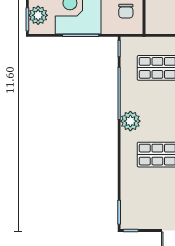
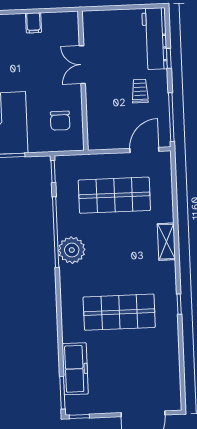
plant: (130, 121) -> (72, 250), moved
freezer: (129, 195) -> (75, 369), added

